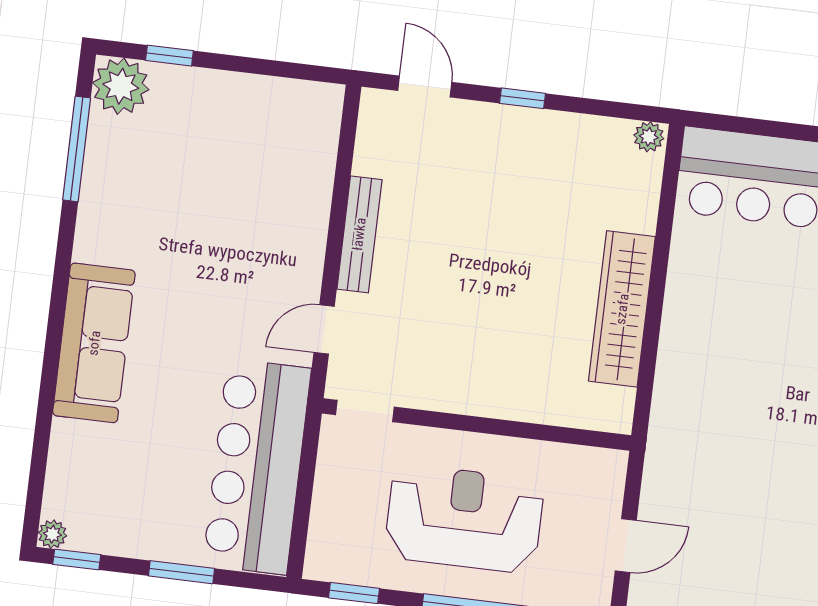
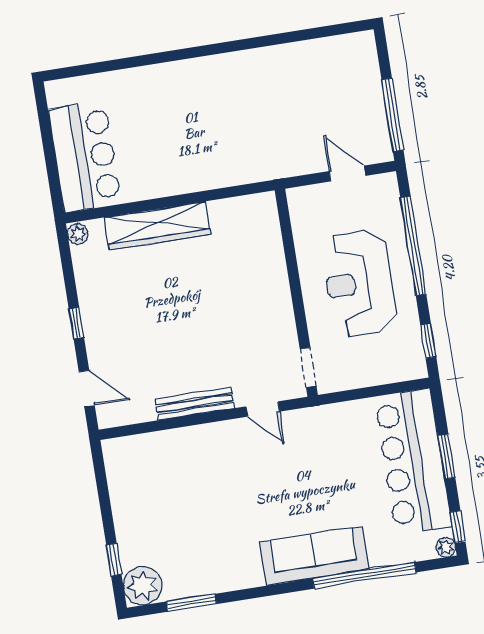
door: (425, 86) -> (87, 389), swing flipped
window: (77, 149) -> (192, 603), width x0.69
wardrobe: (622, 309) -> (157, 226), moved
window: (45, 407) -> (364, 575), added
bar counter: (257, 467) -> (413, 462), moved, turned 90

